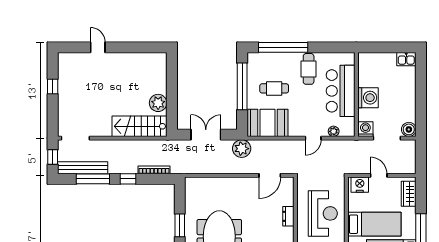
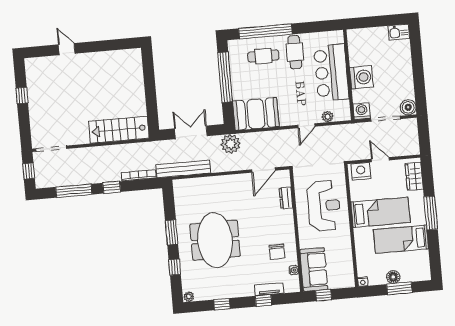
cafe table: (274, 88) -> (263, 56), moved
plant: (158, 103) -> (137, 103), removed
bench: (83, 168) -> (183, 169), moved
dresser: (288, 216) -> (286, 198), moved

